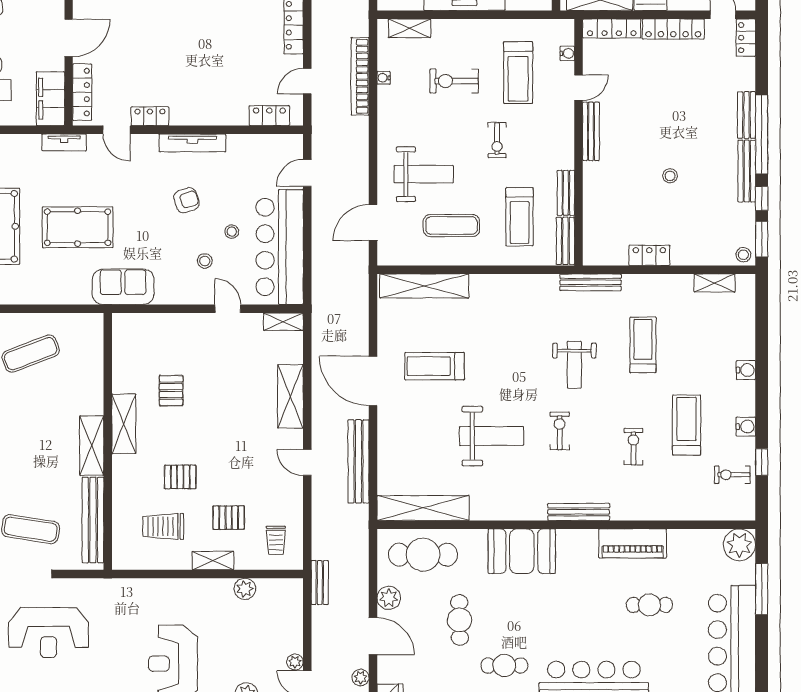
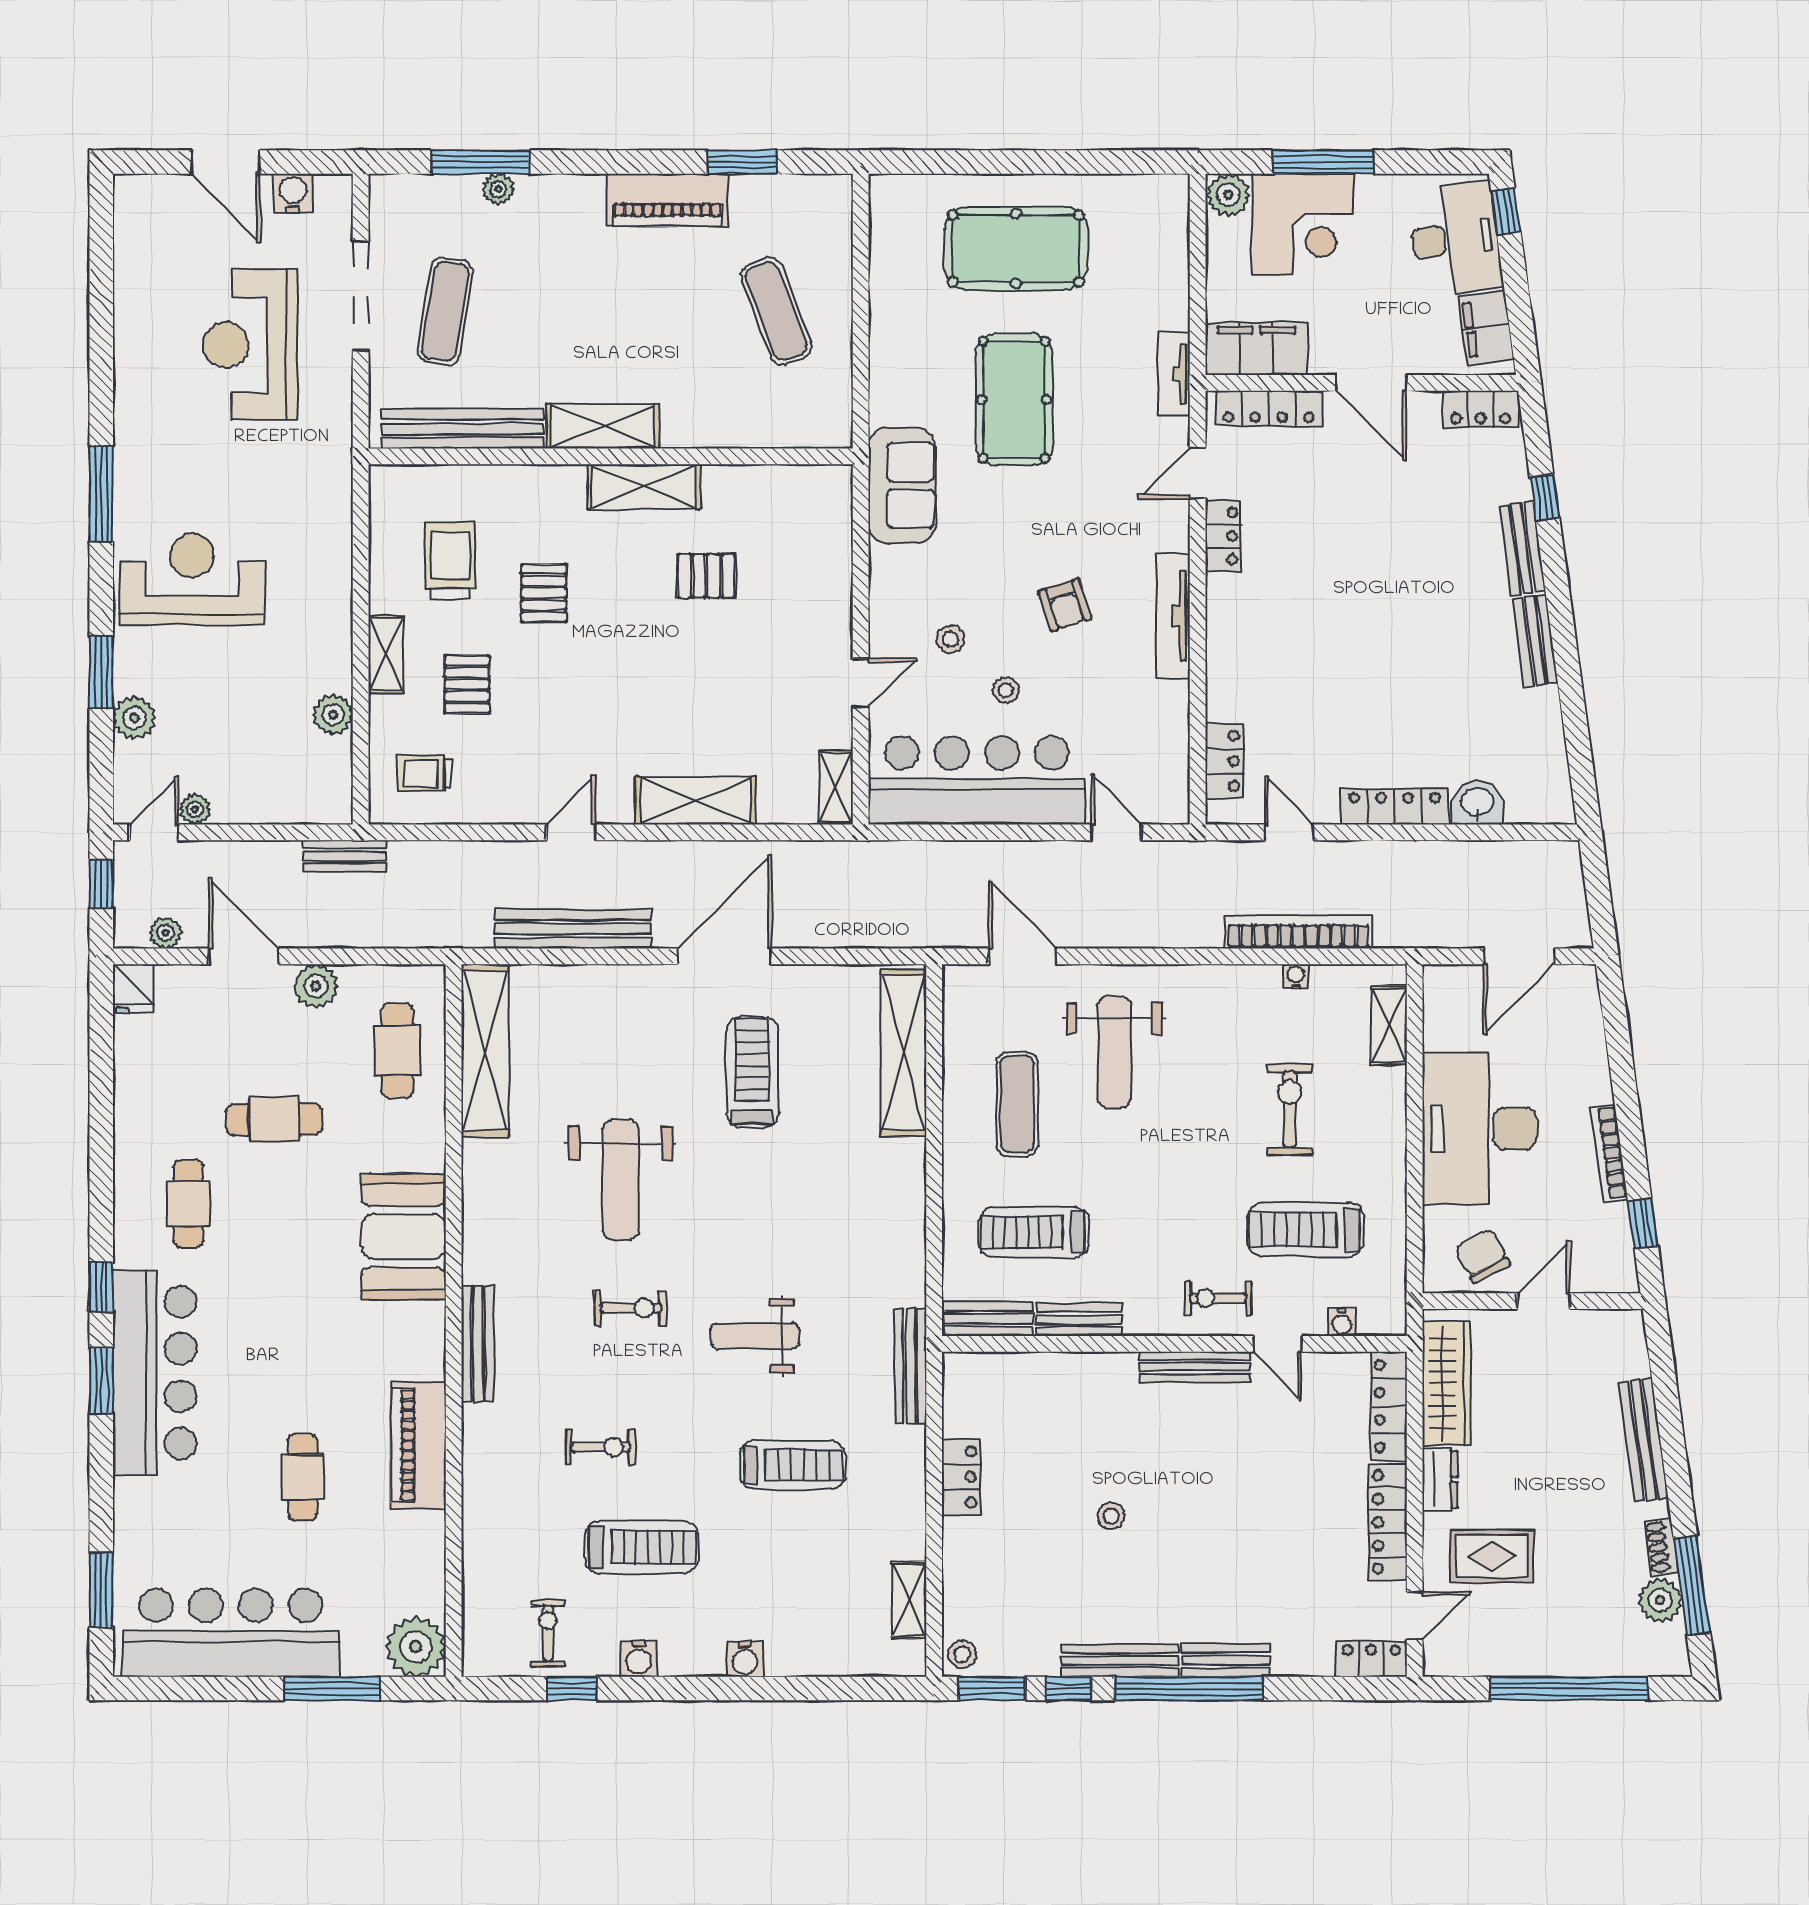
exercise bike: (497, 140) -> (1218, 1298), moved
cafe table: (423, 555) -> (397, 1051), width x0.73, depth x0.74
door: (373, 636) -> (244, 956), swing flipped

